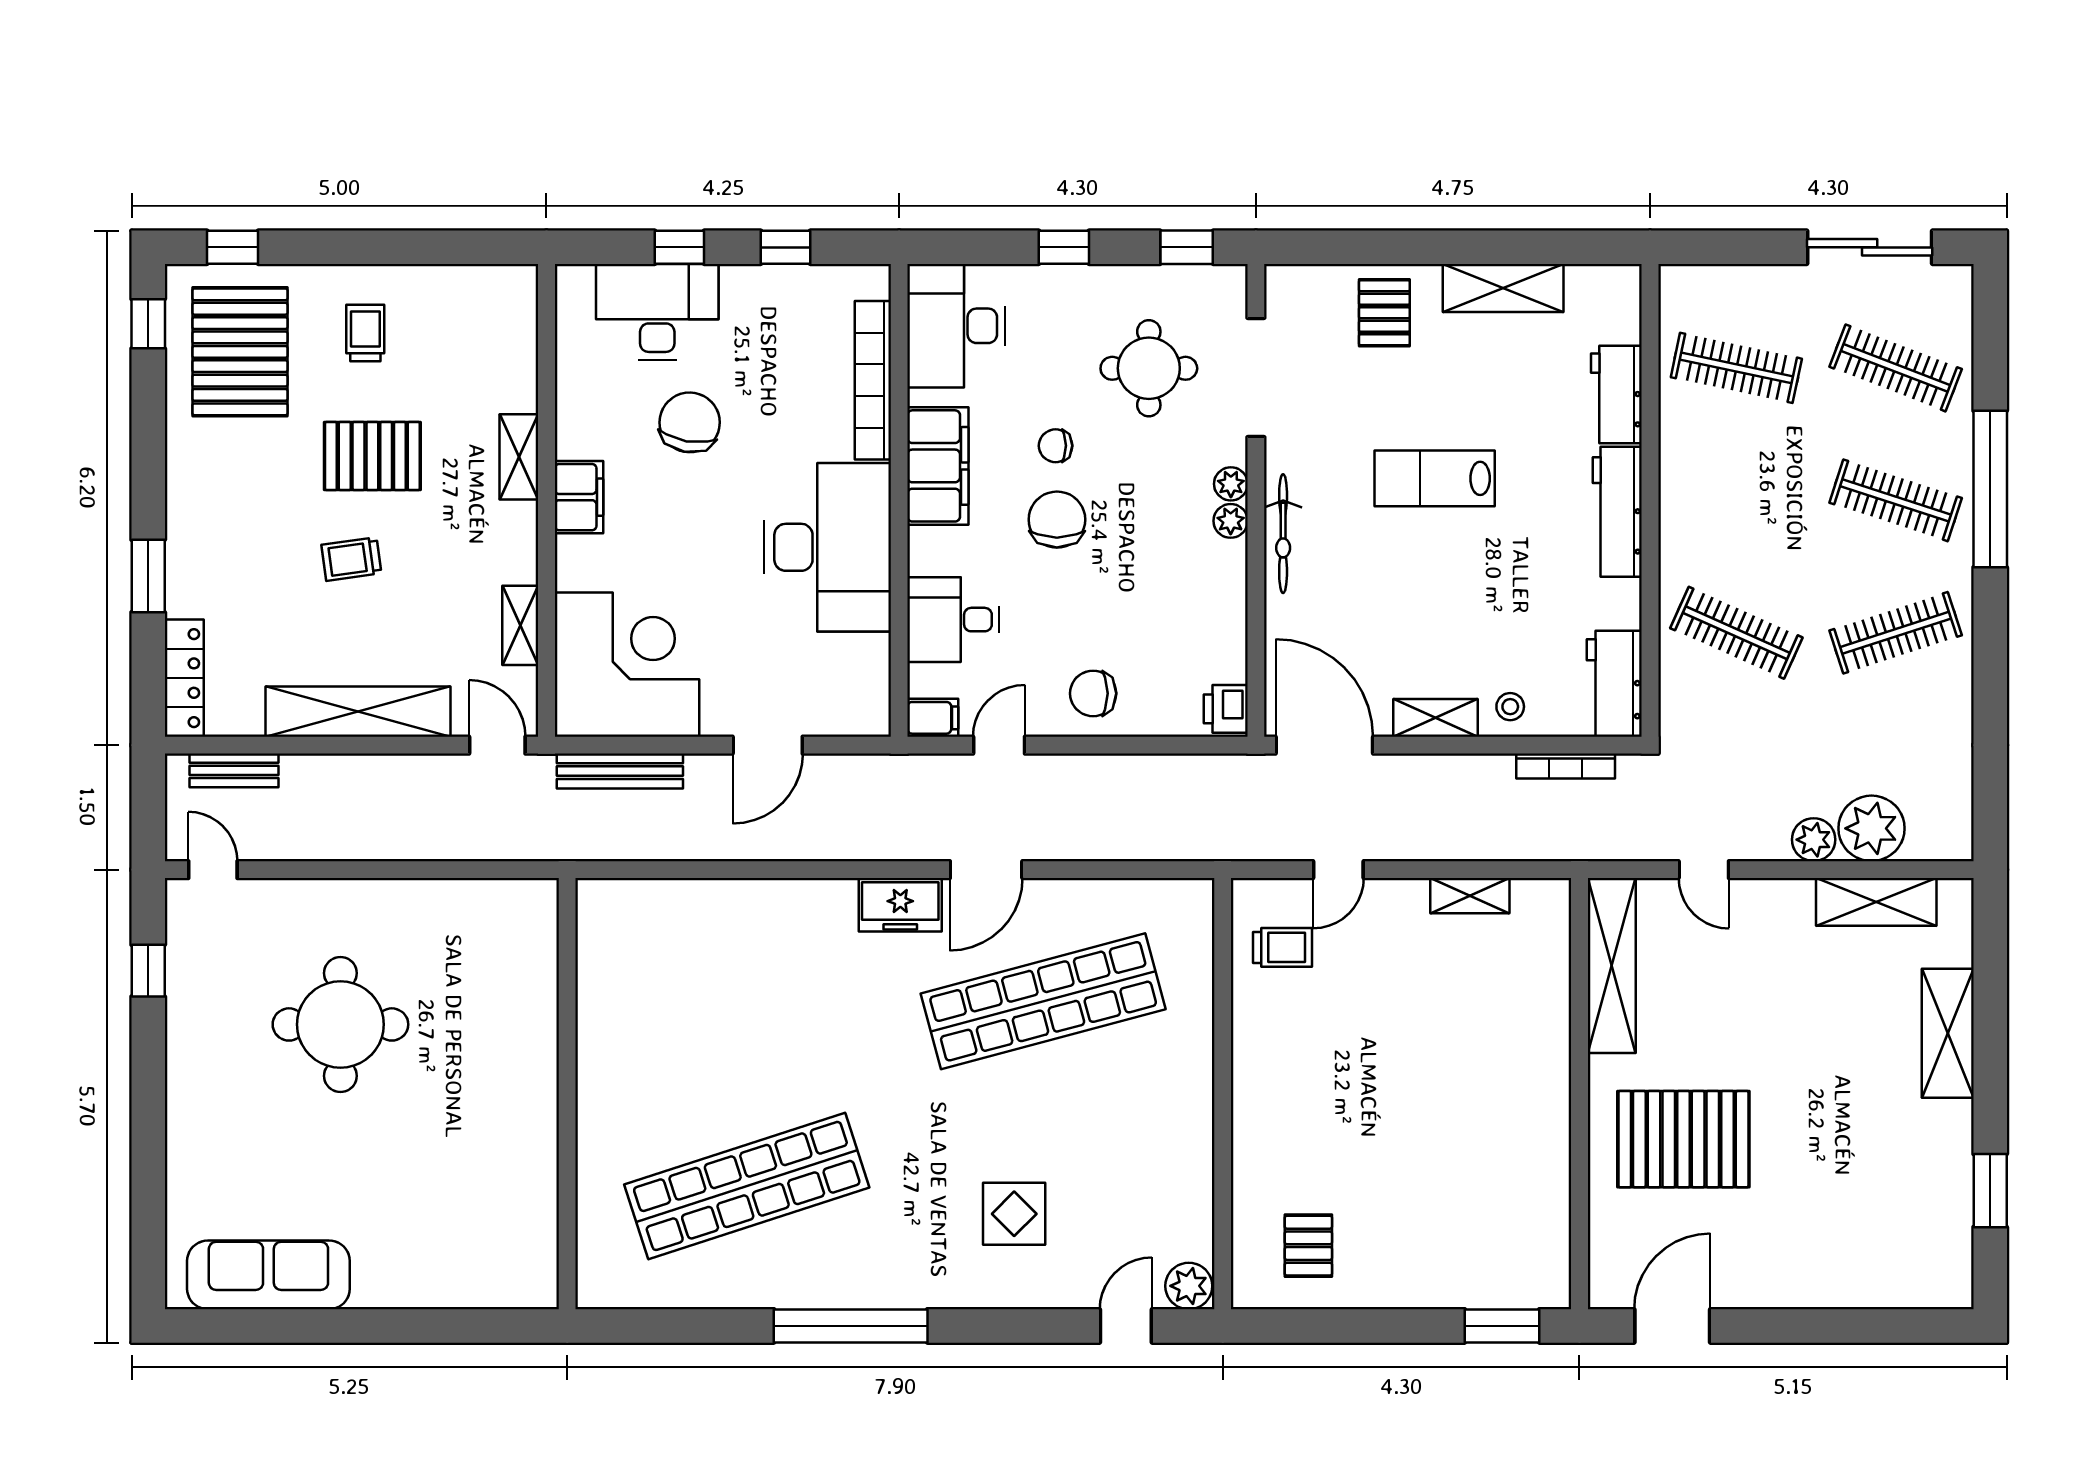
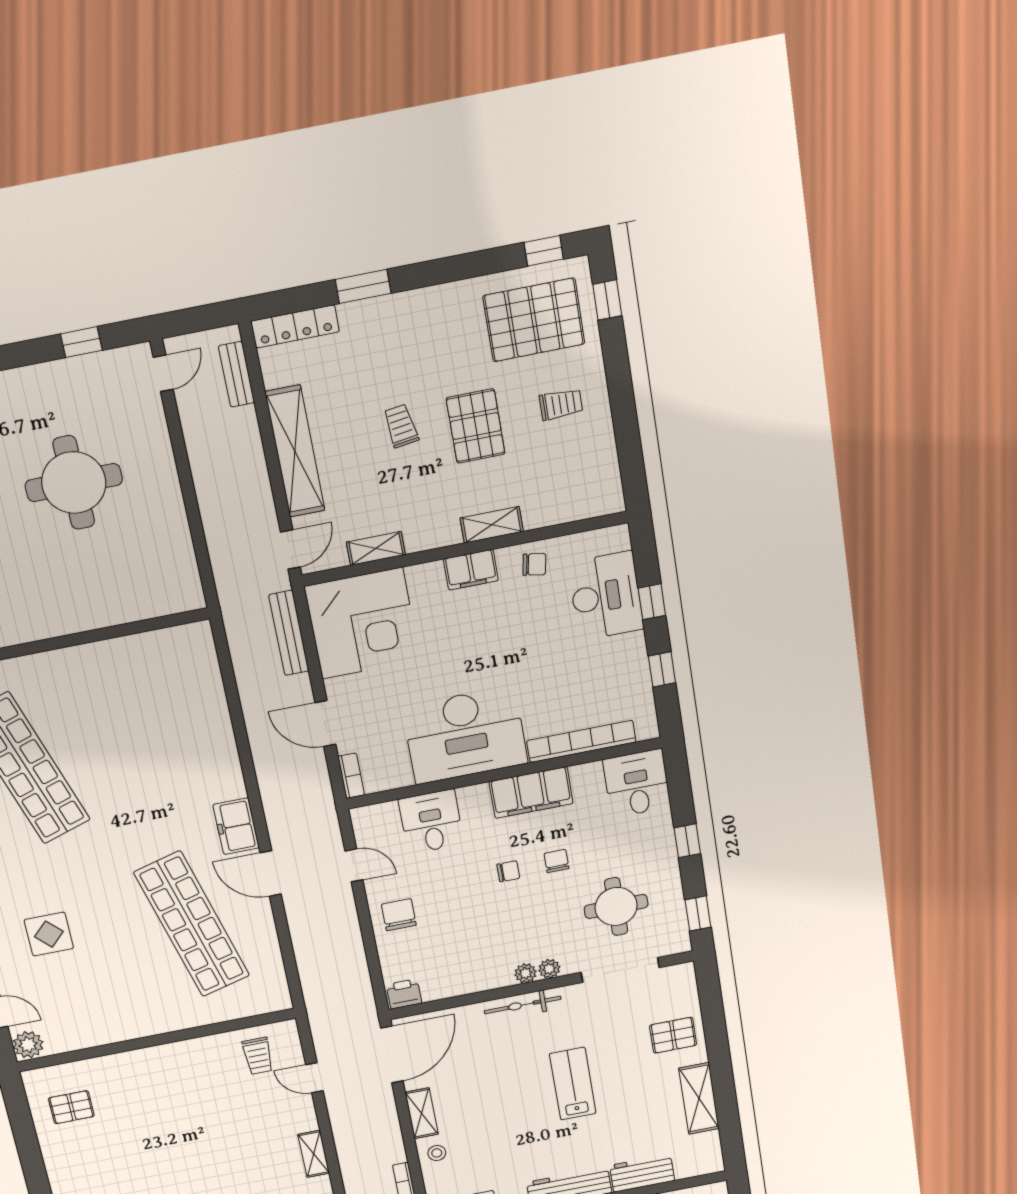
desk: (956, 326) -> (637, 783), width x0.73
chair: (690, 422) -> (534, 564), moved, width x0.54, depth x0.54
chair: (1057, 520) -> (508, 871), width x0.54, depth x0.54
filing cabinet: (933, 718) -> (364, 822), removed
bookcase: (856, 723) -> (351, 776), added

